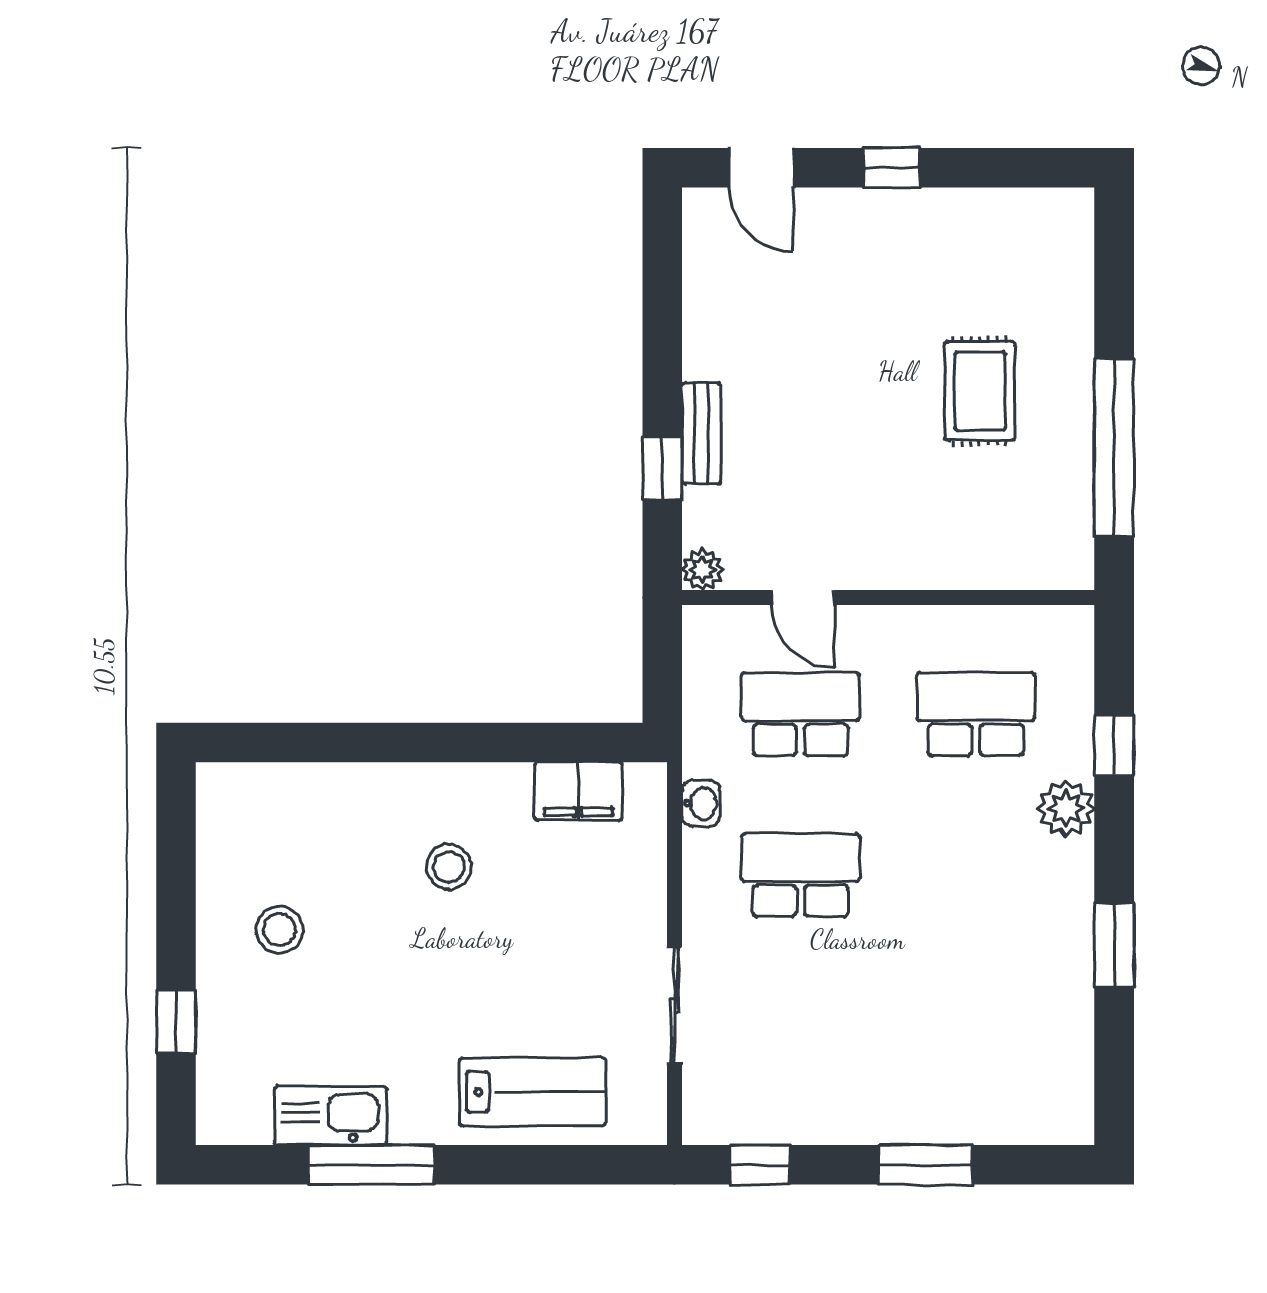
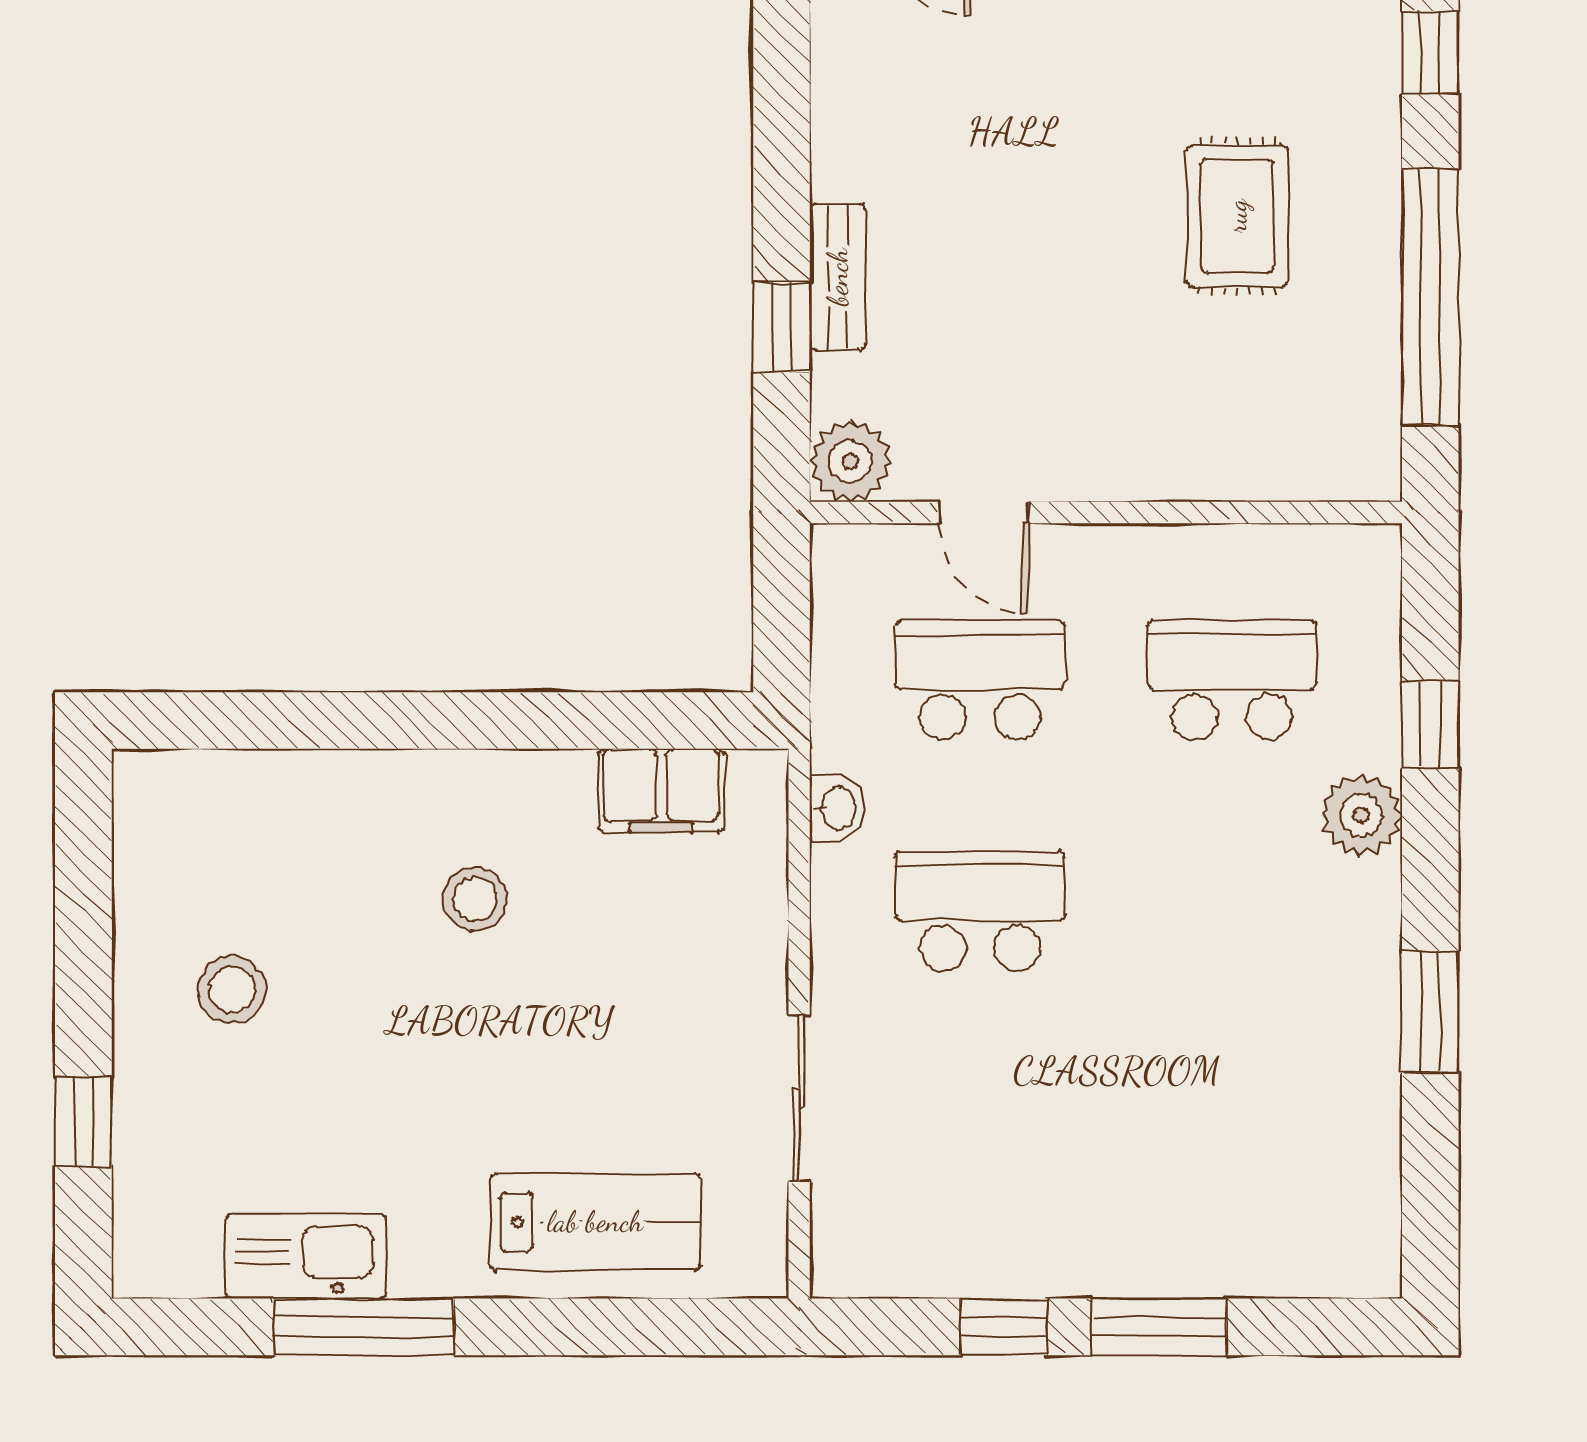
window: (1114, 277) -> (1430, 53), added
plant: (703, 570) -> (850, 461), width x1.38, depth x1.38
window: (760, 1165) -> (1004, 1327), moved

